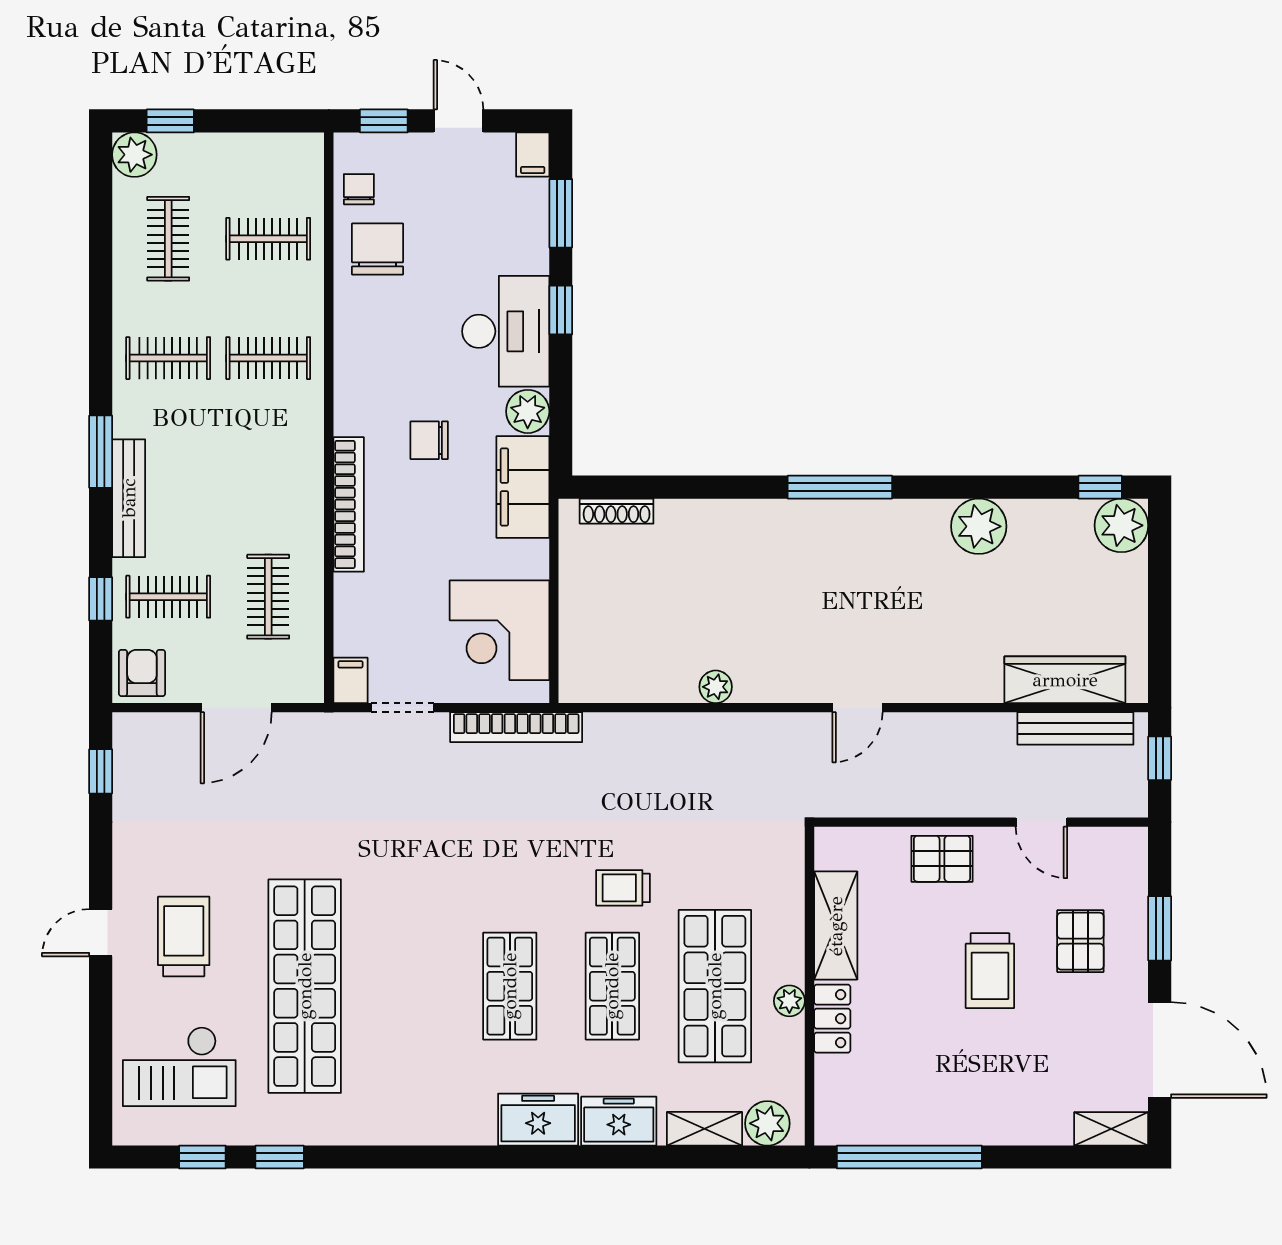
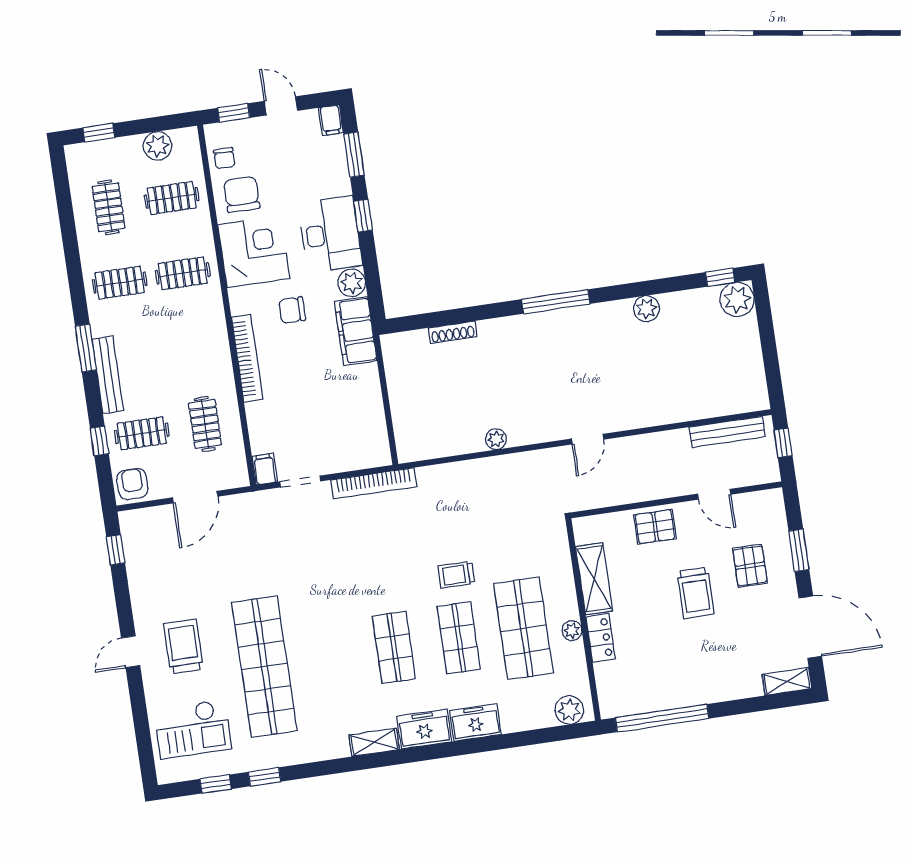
plant: (134, 155) -> (158, 146), moved
chair: (359, 189) -> (224, 158), turned 180
shoe rack: (617, 511) -> (453, 332), moved
plant: (979, 526) -> (646, 309), width x0.73, depth x0.73
corner desk: (499, 630) -> (254, 252), moved, turned 180
wardrobe: (1065, 680) -> (716, 402), removed
shelving: (705, 1129) -> (374, 742), moved

